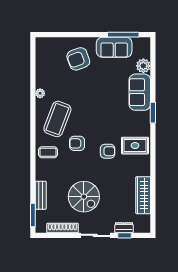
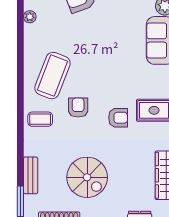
plant: (40, 93) -> (30, 17), moved
armchair: (77, 143) -> (78, 107), turned 90

